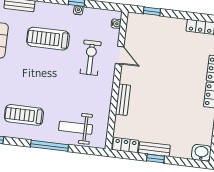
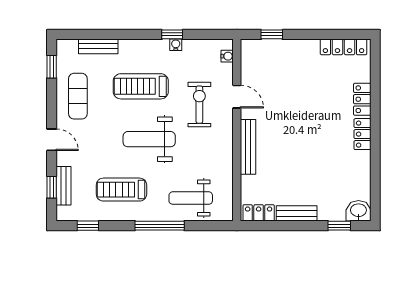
weight bench: (50, 79) -> (149, 139), added
bench: (123, 100) -> (248, 147), width x1.36
window: (155, 159) -> (339, 226), moved

